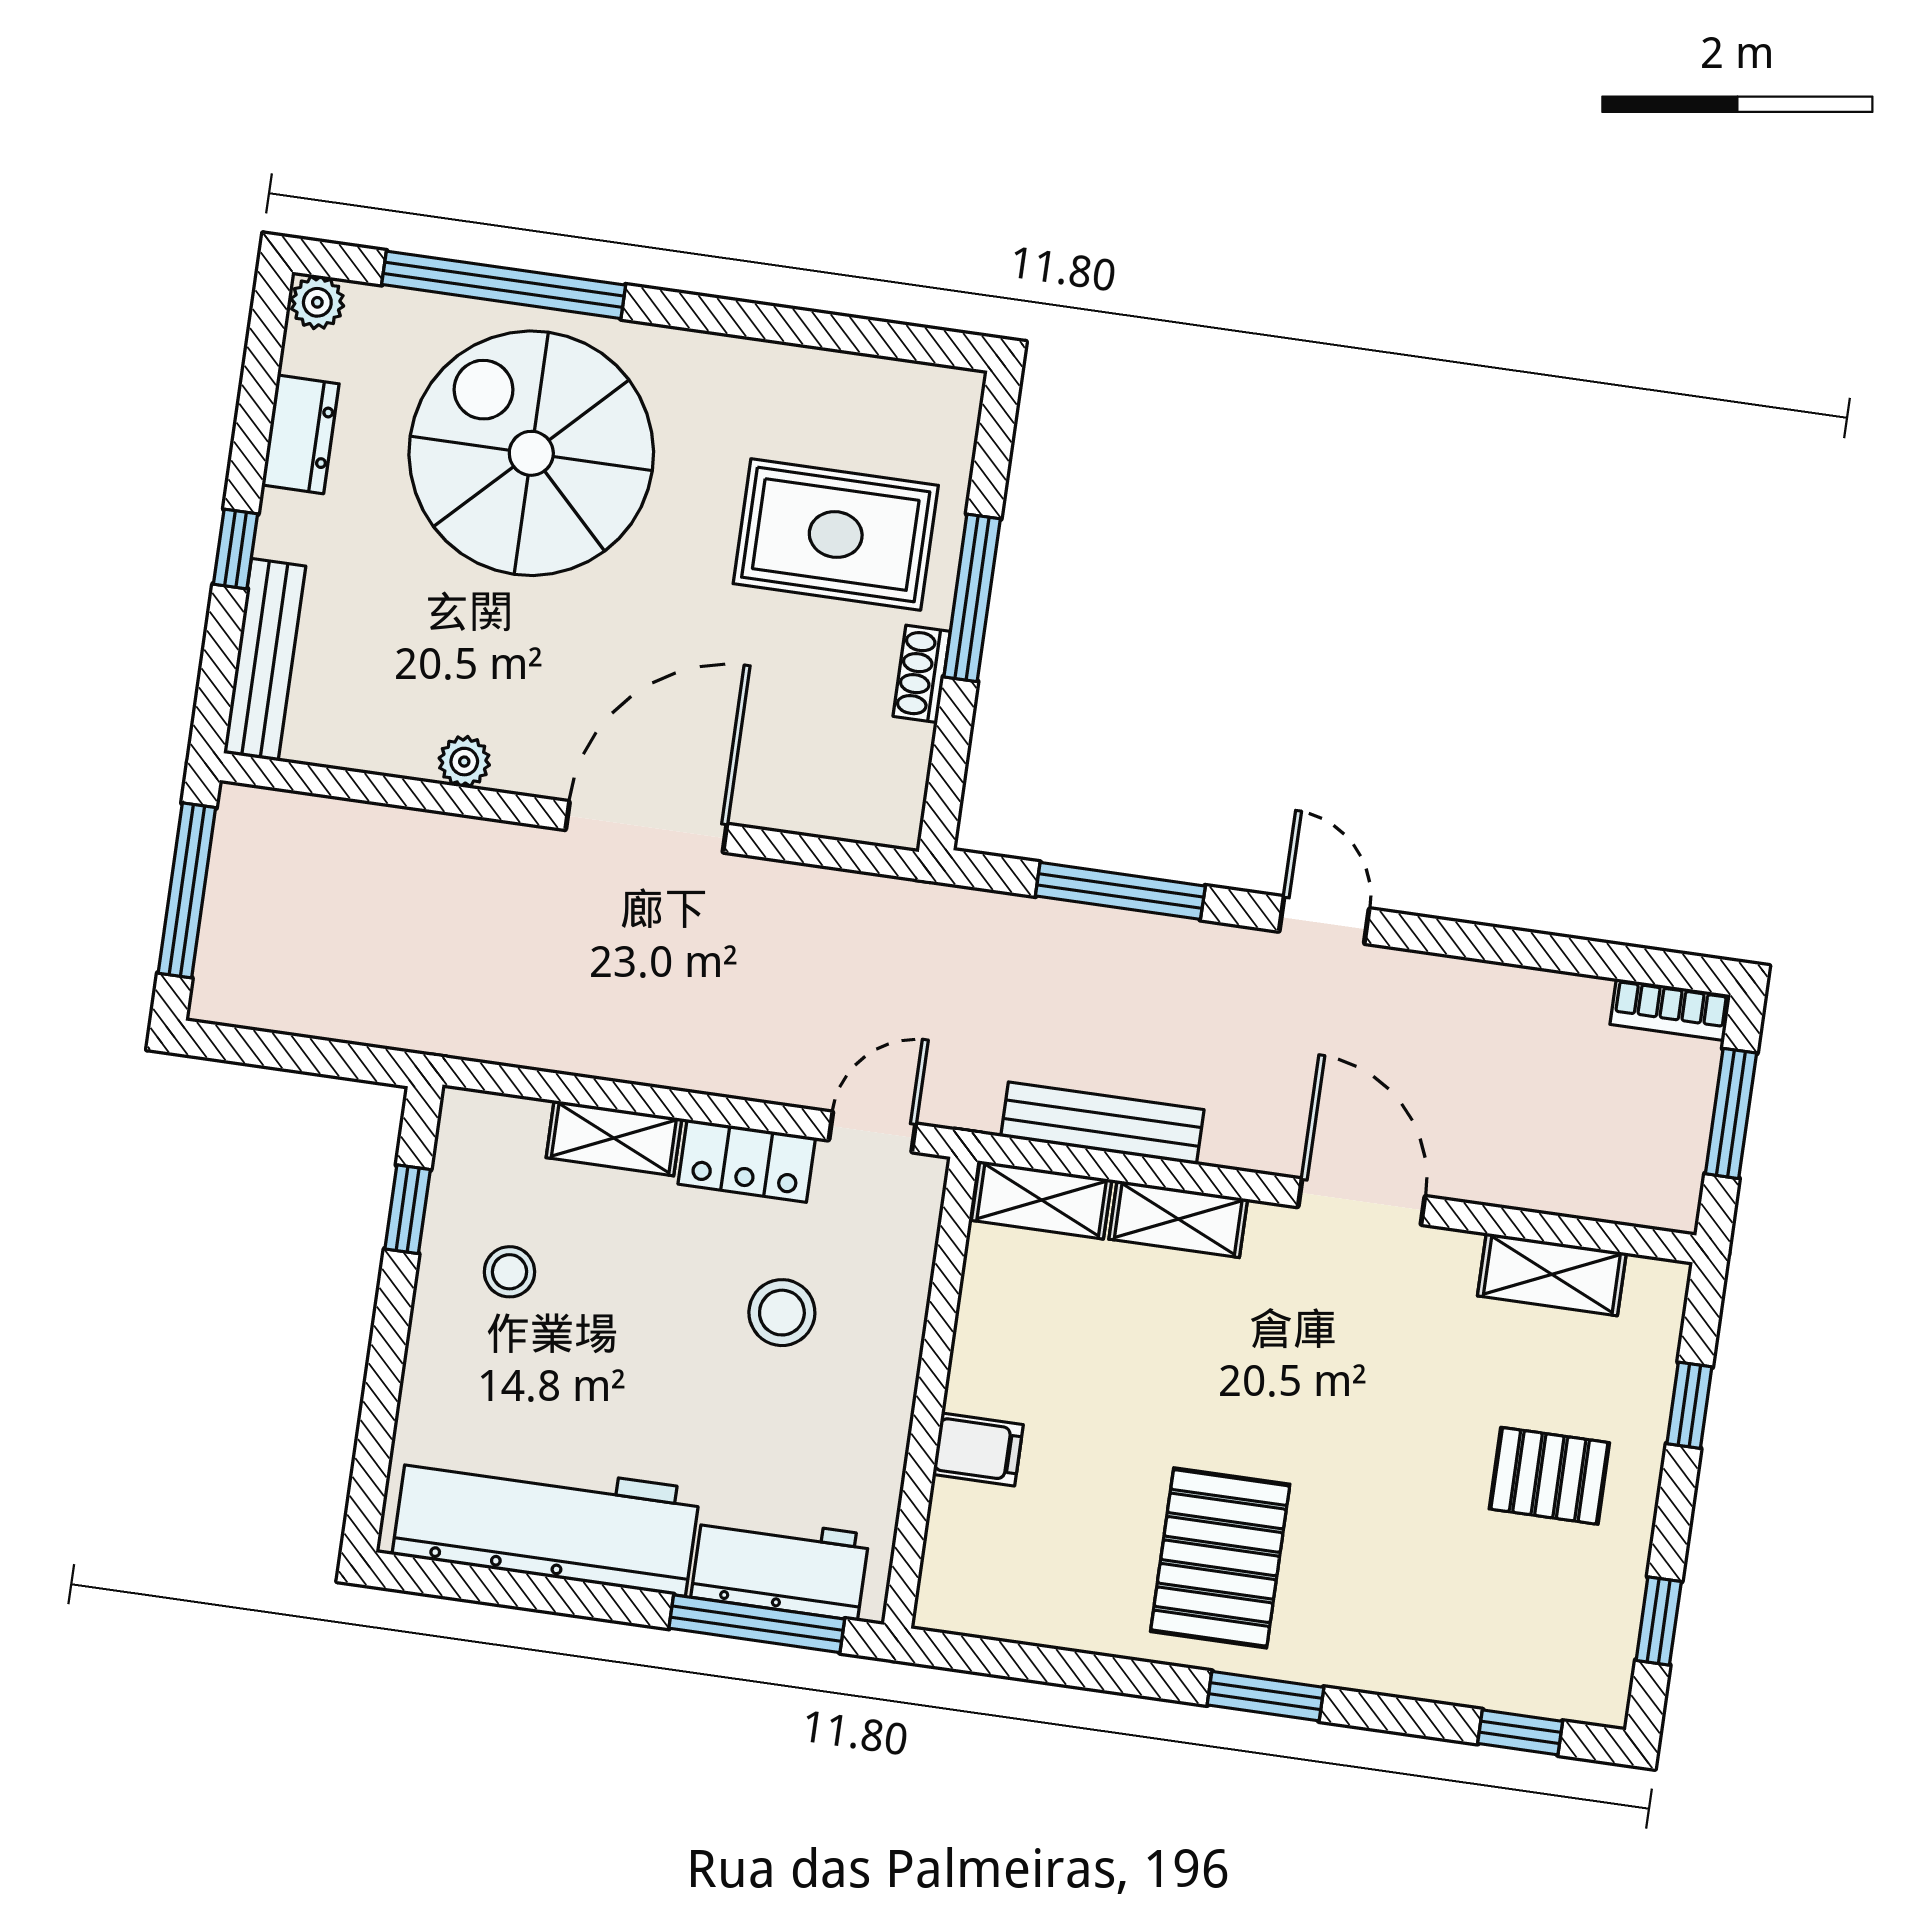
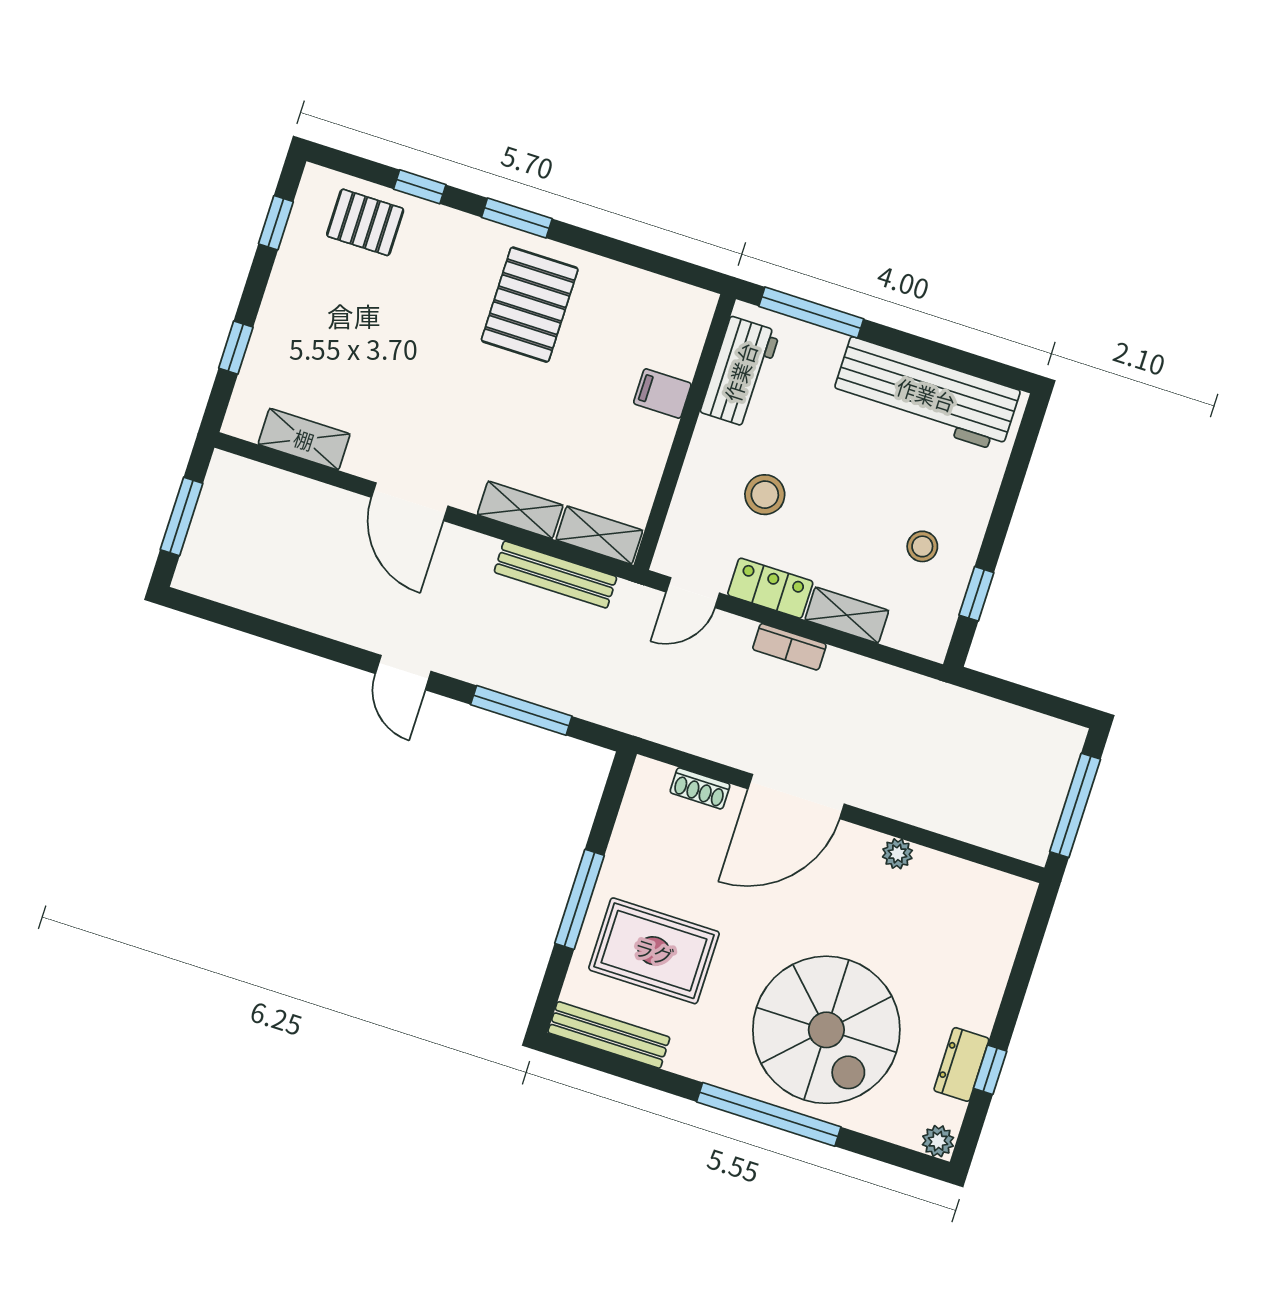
window: (504, 285) -> (769, 1114), moved
window: (236, 549) -> (990, 1070), moved
bench: (265, 660) -> (609, 1035), moved, turned 90
shoe rack: (922, 674) -> (700, 788), moved, turned 90
bookcase: (1670, 1010) -> (789, 647), moved, turned 180
pallet: (1549, 1476) -> (365, 222), moved
workbench: (780, 1566) -> (740, 372), moved, turned -90
window: (1520, 1732) -> (420, 187), moved

